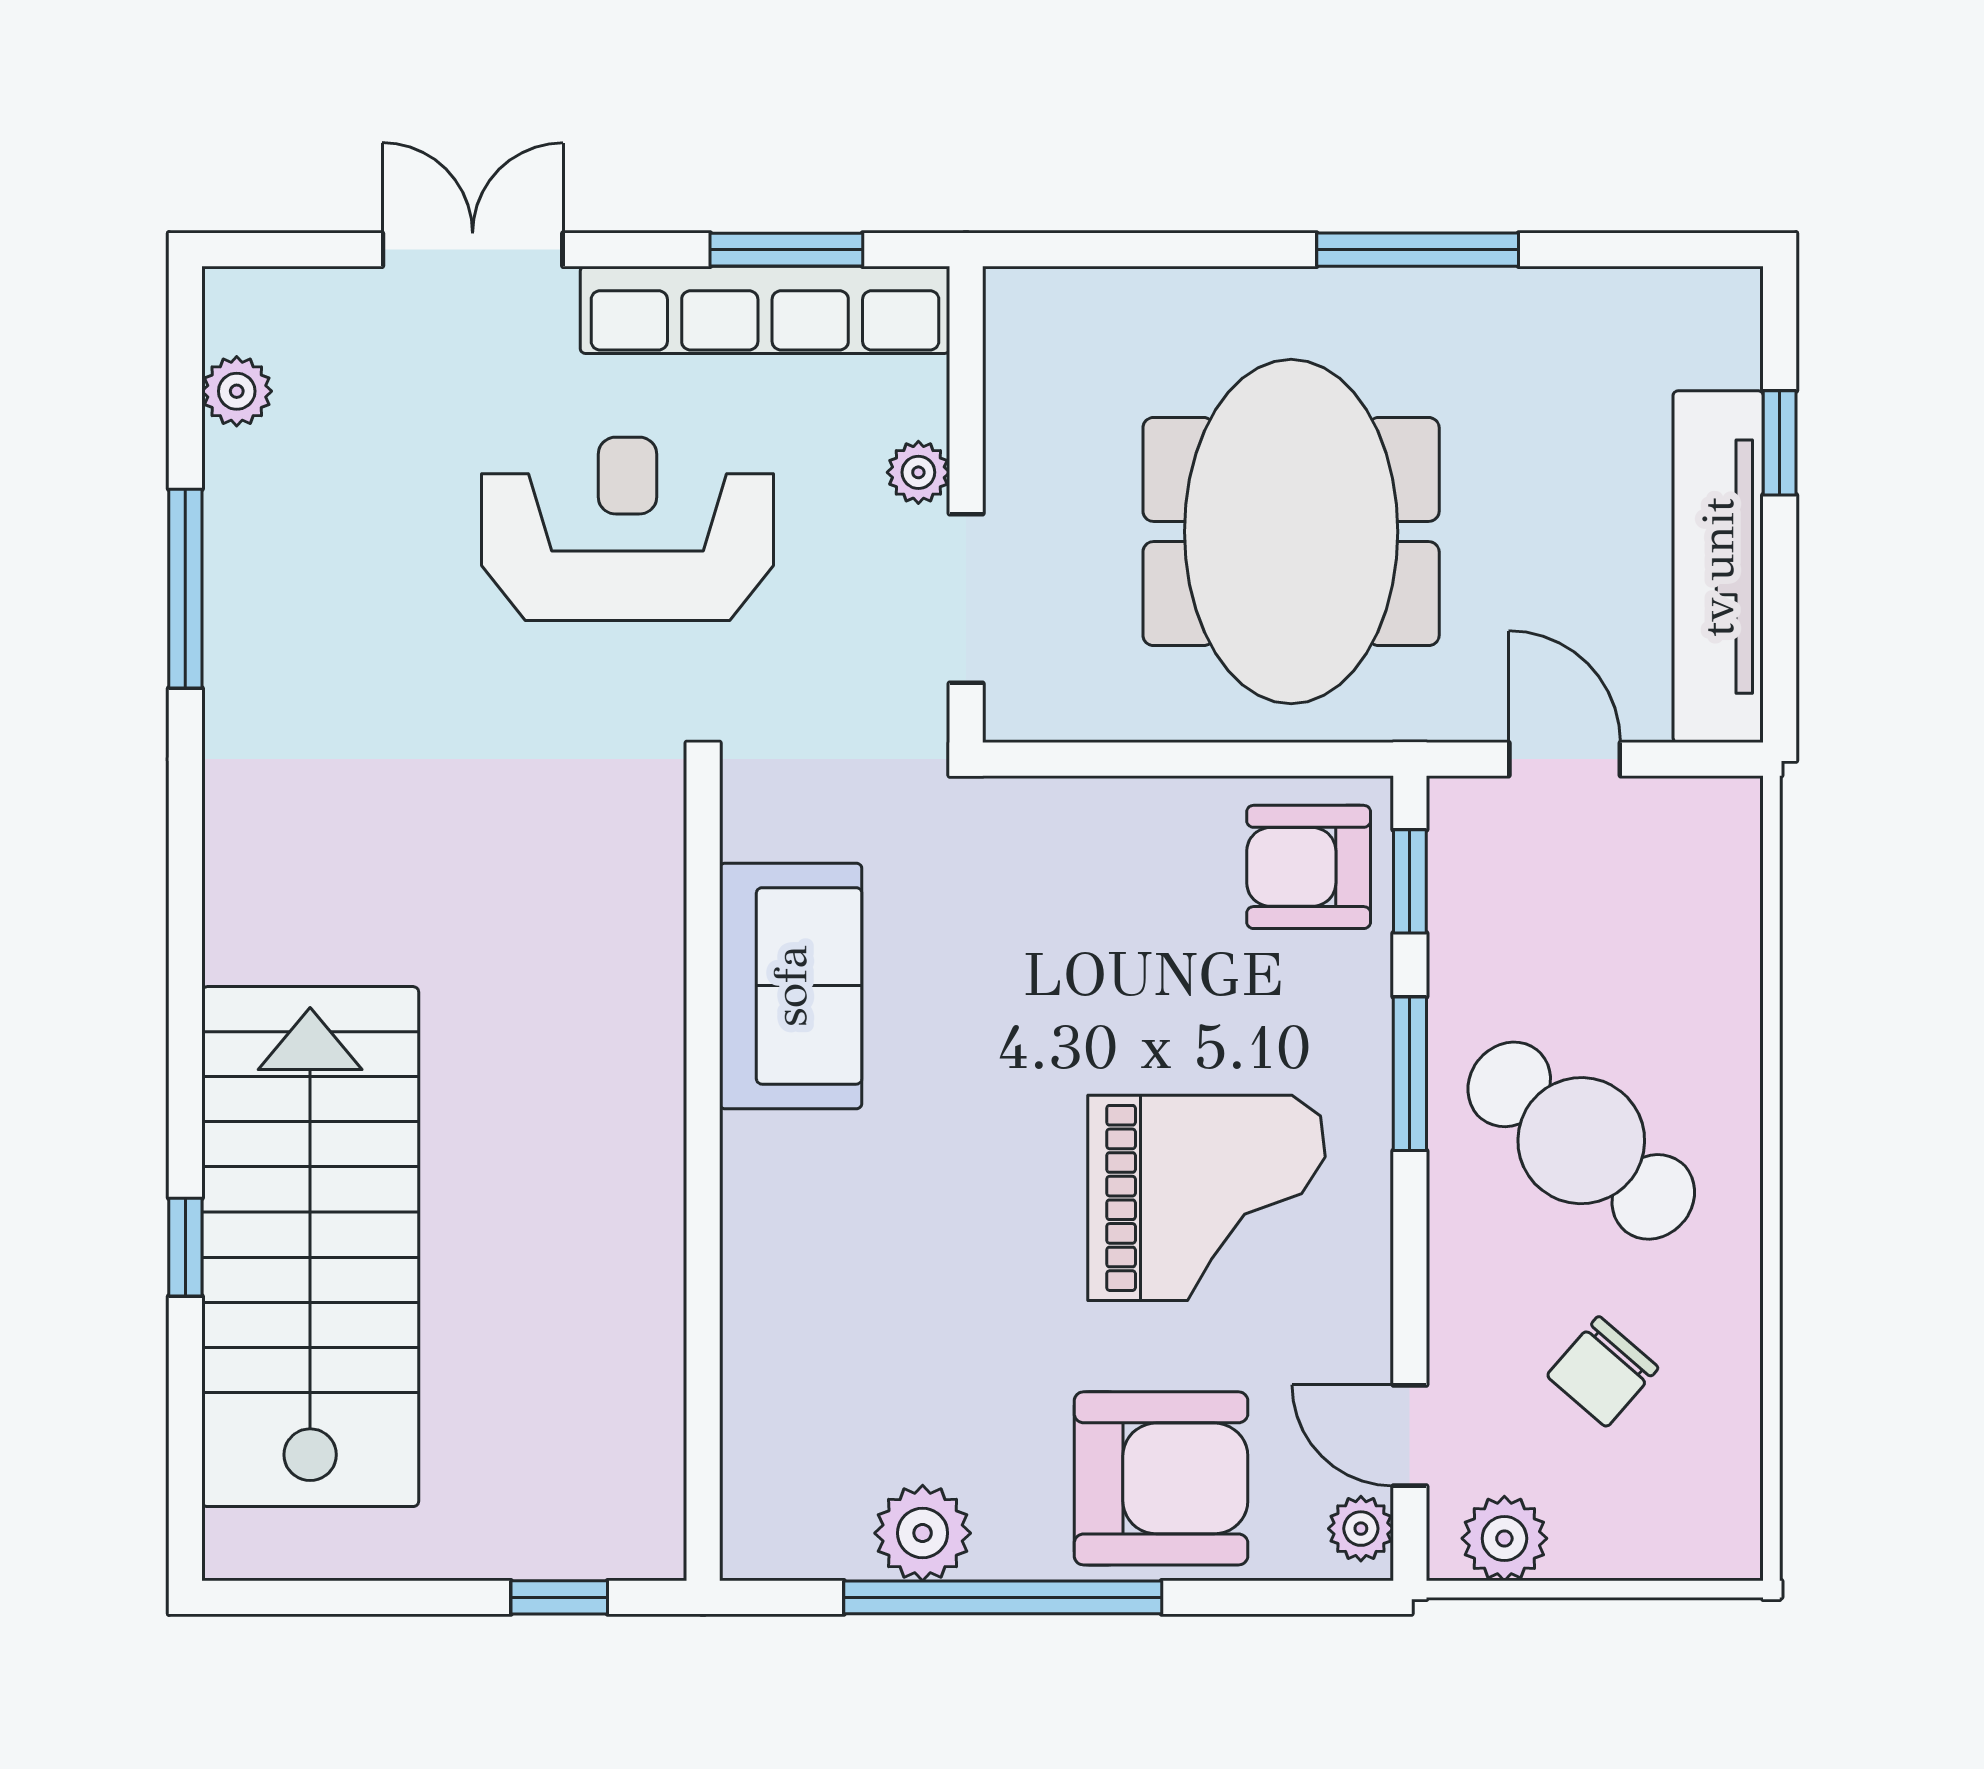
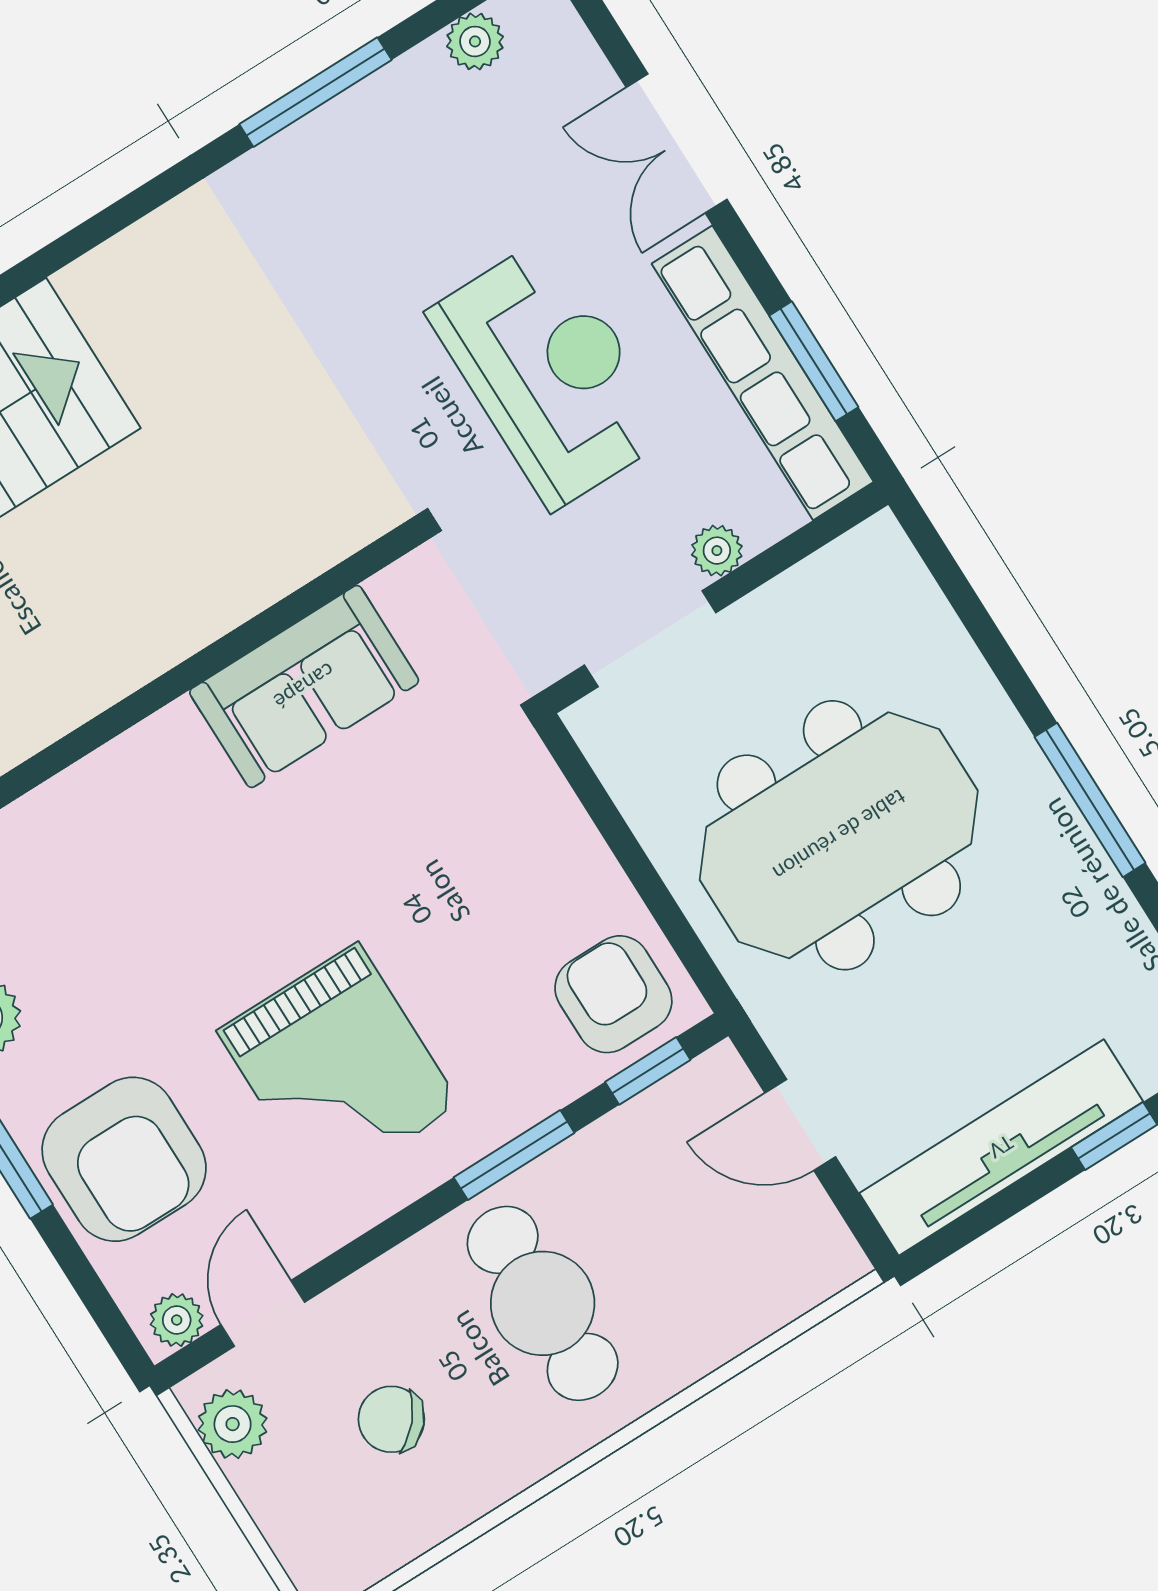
double door: (473, 250) -> (677, 143), swing flipped
door: (1565, 759) -> (800, 1125), swing flipped
cafe table: (1581, 1141) -> (543, 1303), turned -38

